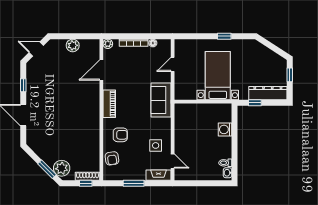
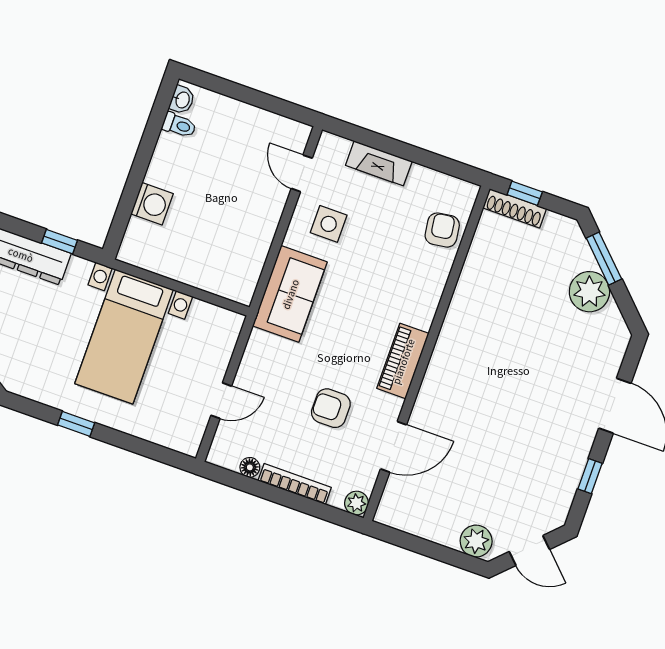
plant: (73, 45) -> (476, 541), moved
sofa: (161, 100) -> (290, 294), moved
armchair: (120, 135) -> (331, 408), moved
plant: (62, 168) -> (589, 292), moved
fireplace: (158, 175) -> (379, 163), moved
window: (134, 183) -> (412, 153), removed

